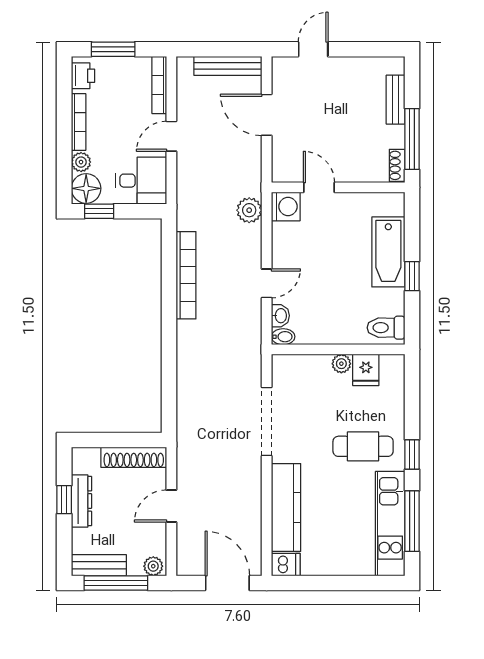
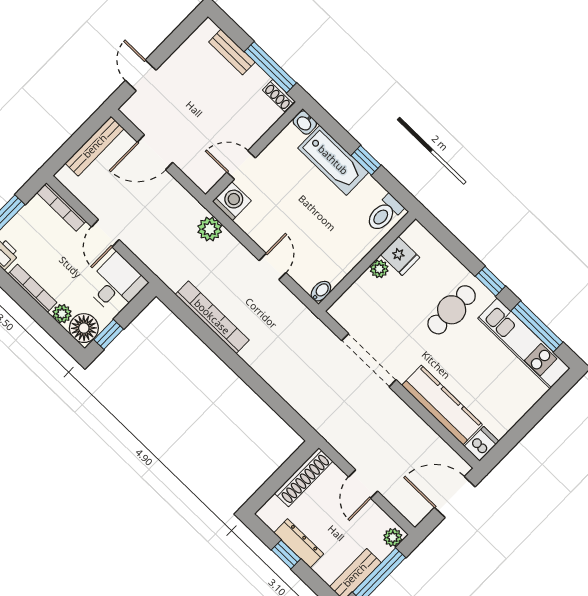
washbasin: (280, 316) -> (305, 123), moved, turned 180

